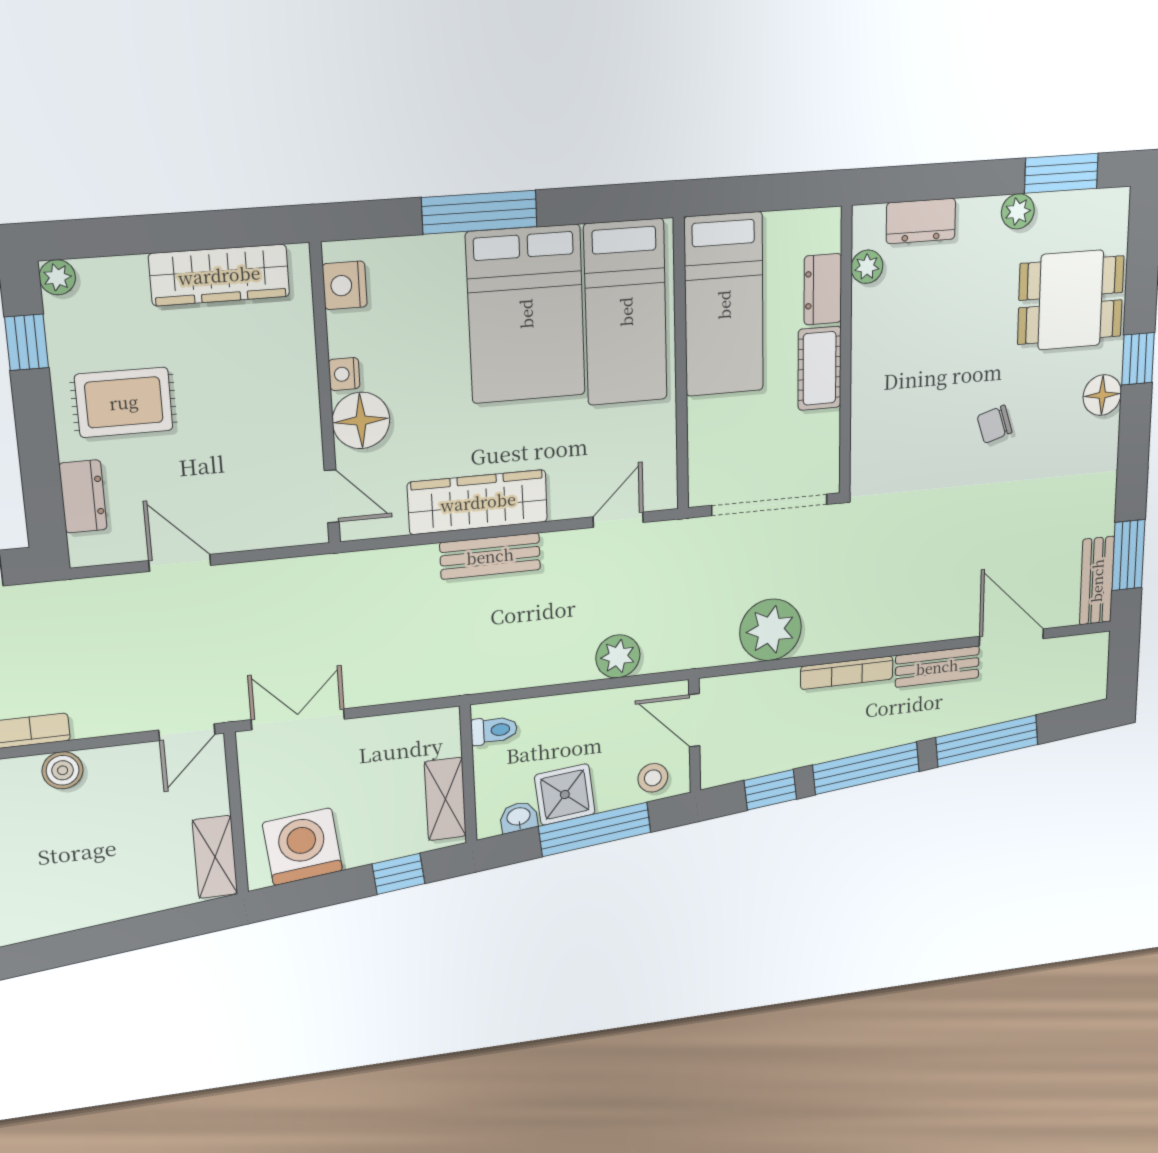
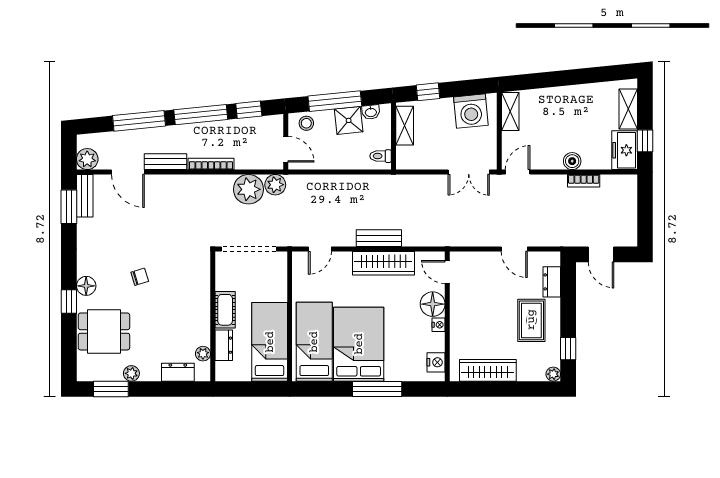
rug: (124, 402) -> (531, 320), turned 90
plant: (1089, 654) -> (87, 159), added
plant: (618, 656) -> (275, 185), moved

